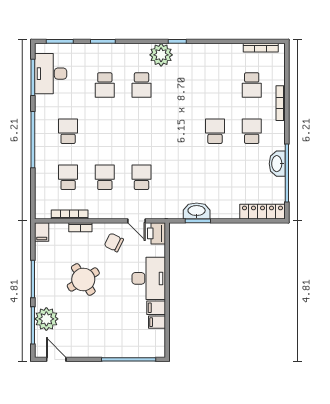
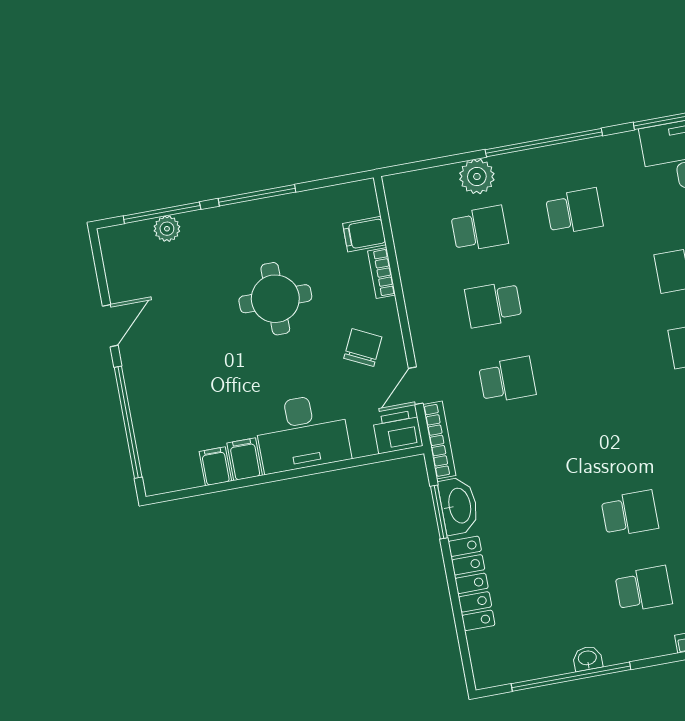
washbasin: (277, 164) -> (587, 659), width x0.52, depth x0.69
plant: (43, 174) -> (477, 176), added
school desk: (105, 177) -> (493, 304), turned 180
locker: (262, 212) -> (472, 583), moved
bookcase: (70, 214) -> (439, 440), moved
filing cabinet: (42, 232) -> (364, 234), moved
round table: (83, 279) -> (275, 299), turned 32
plant: (46, 319) -> (167, 229), width x0.53, depth x0.53
door: (56, 359) -> (110, 326), moved

